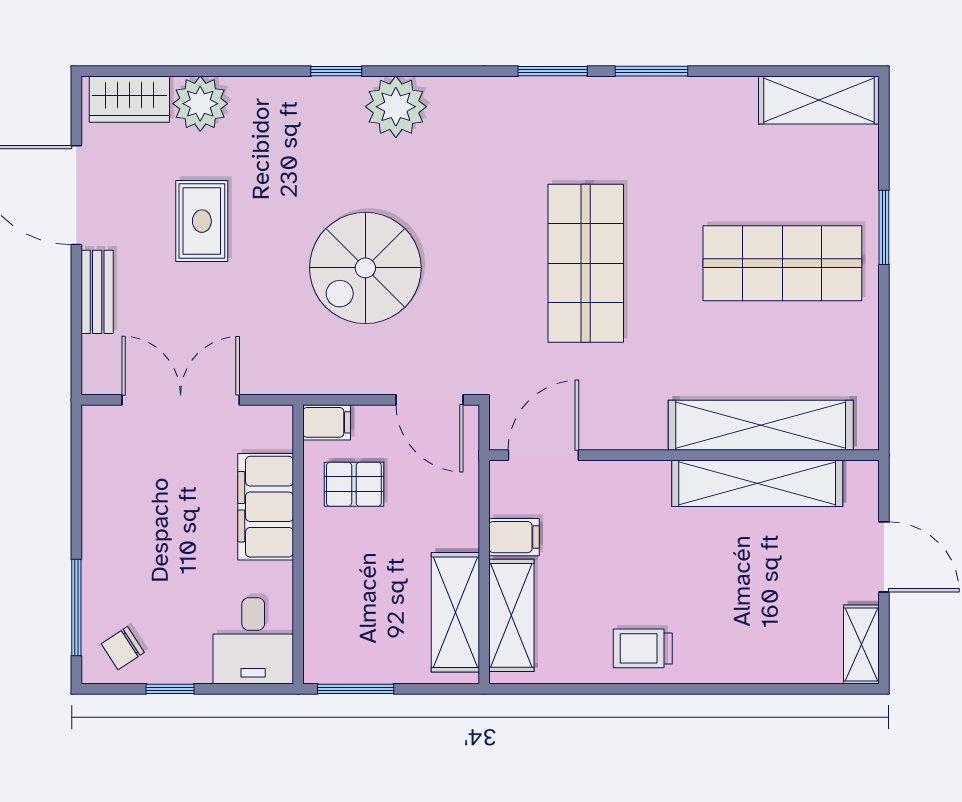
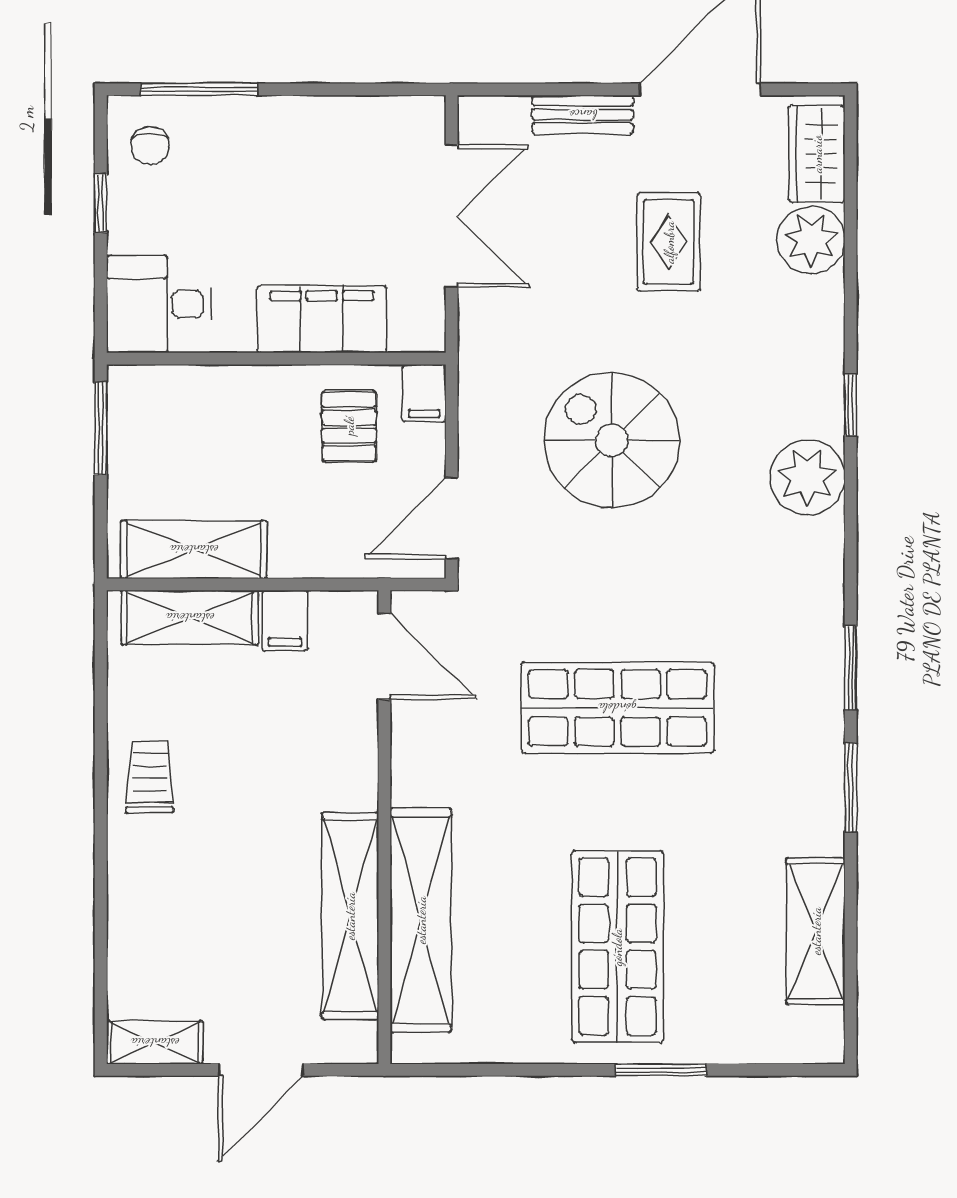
shelving: (819, 100) -> (816, 931), moved
rug: (202, 221) -> (669, 242), turned 90
chair: (123, 648) -> (150, 146), turned -147

